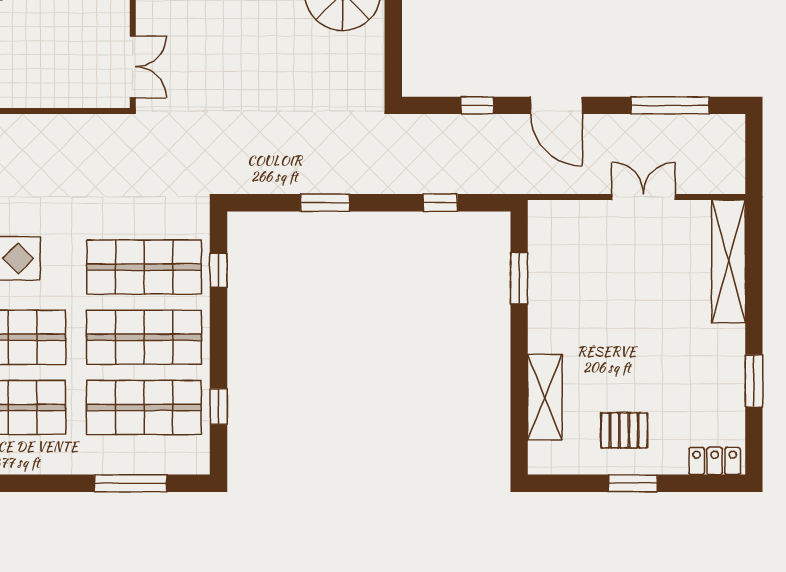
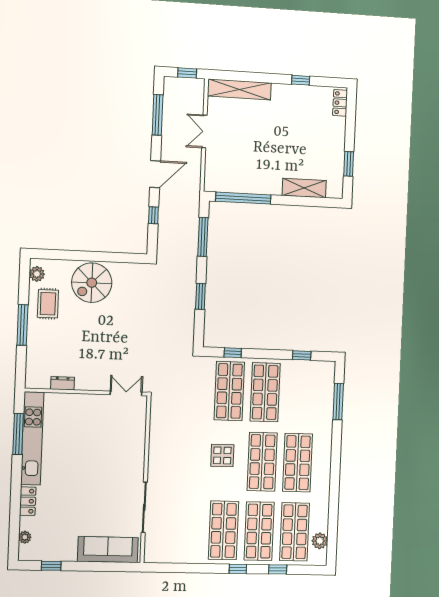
window: (754, 159) -> (187, 73), added
window: (440, 203) -> (203, 237), width x2.17
window: (519, 278) -> (243, 198), width x2.11
window: (754, 381) -> (301, 80), width x0.67
shop shelf: (144, 407) -> (301, 393), removed
pallet: (624, 430) -> (323, 148), removed
window: (633, 483) -> (349, 164), moved

